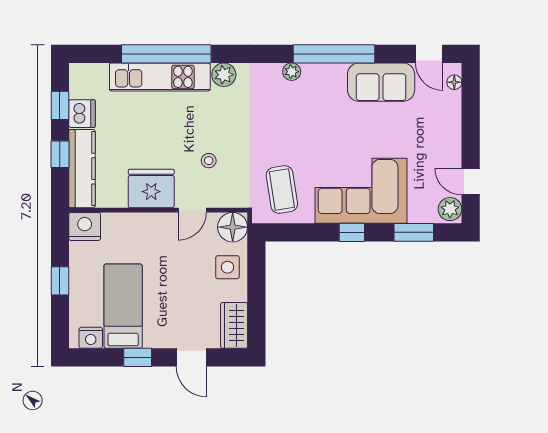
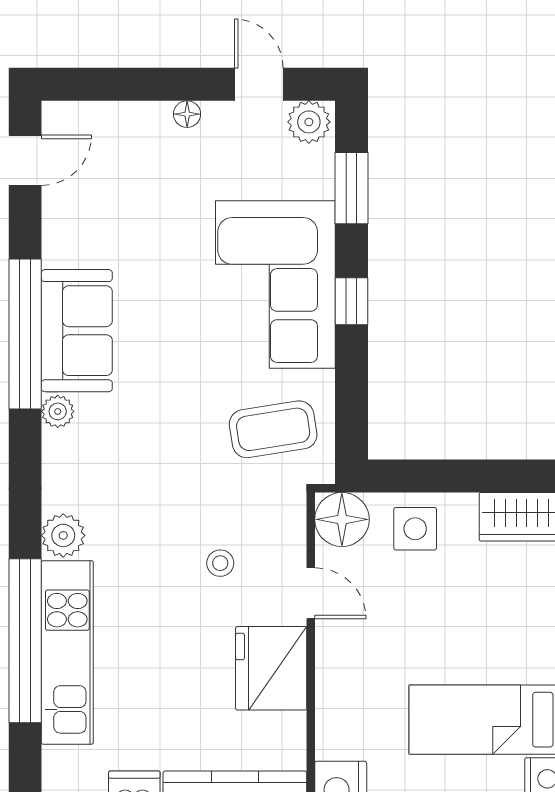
sofa: (381, 82) -> (77, 331), moved
floor lamp: (454, 82) -> (187, 114), moved
door: (471, 182) -> (259, 84), swing flipped

